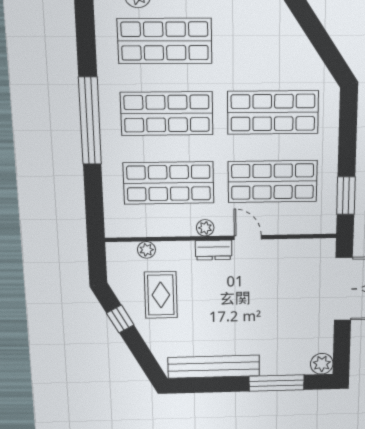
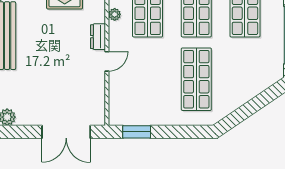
shop shelf: (273, 182) -> (148, 79), removed
plant: (205, 228) -> (115, 14), moved

